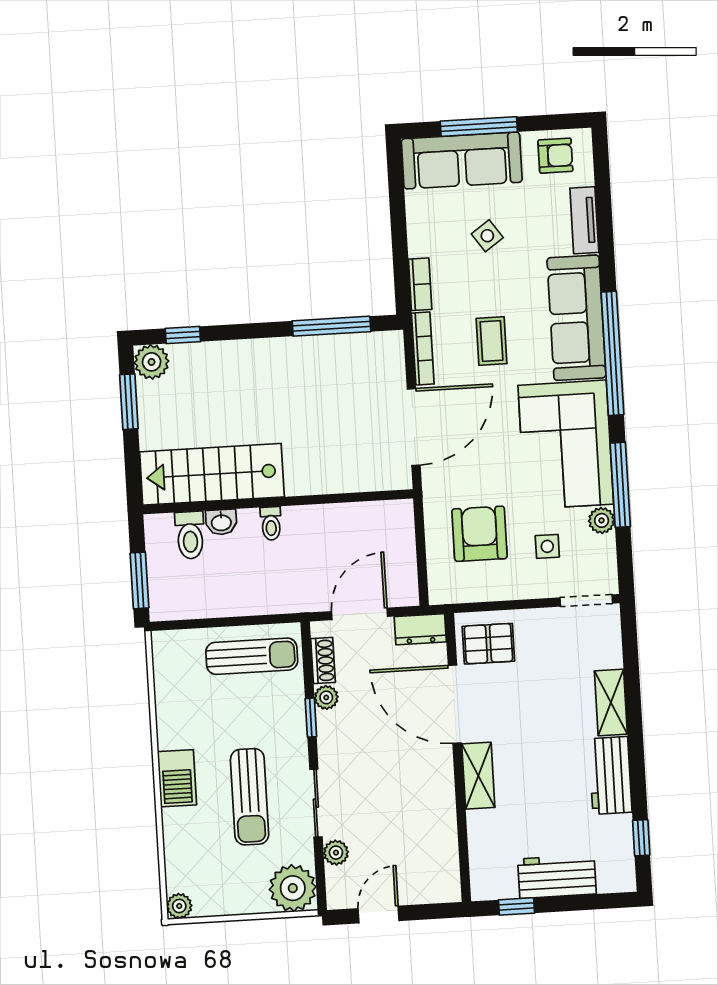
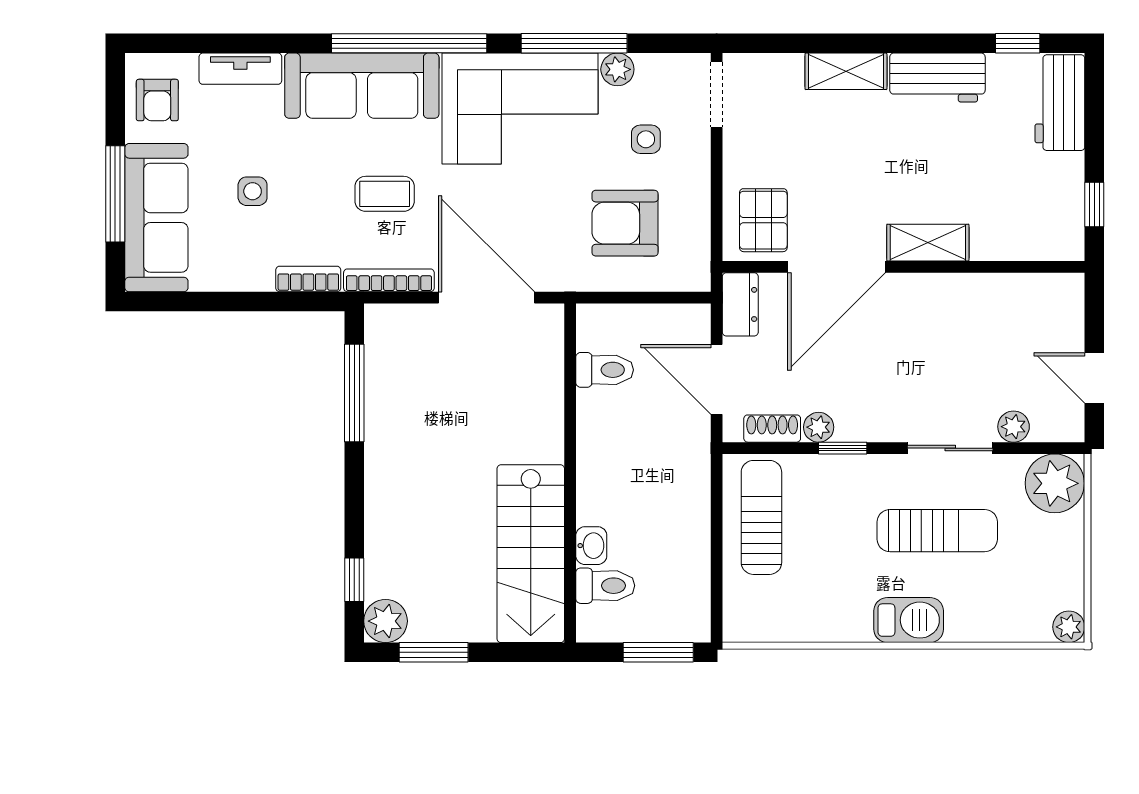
armchair: (555, 156) -> (157, 100), turned 180
side table: (487, 236) -> (253, 191), turned 35
toilet: (271, 523) -> (605, 370), moved, width x1.37, depth x1.39
workbench: (557, 876) -> (1060, 103), moved

